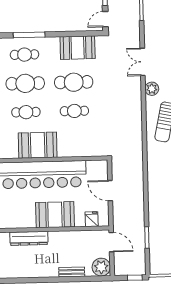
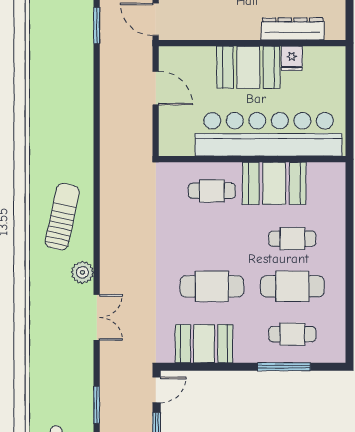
cafe table: (74, 111) -> (212, 191), moved
door: (110, 191) -> (156, 88), moved
fridge: (92, 219) -> (292, 58), moved

